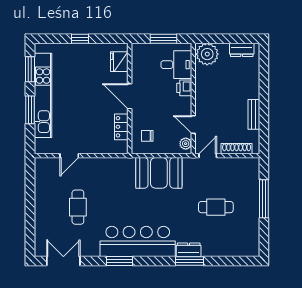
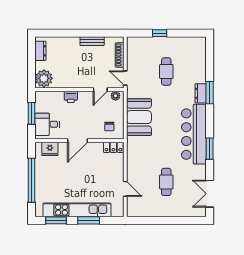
window: (80, 39) -> (32, 180), width x3.17
desk: (176, 65) -> (47, 124), moved, turned -90
locker: (121, 127) -> (113, 147), moved
window: (264, 199) -> (160, 33), width x0.46
cafe table: (78, 207) -> (166, 182), turned 90

